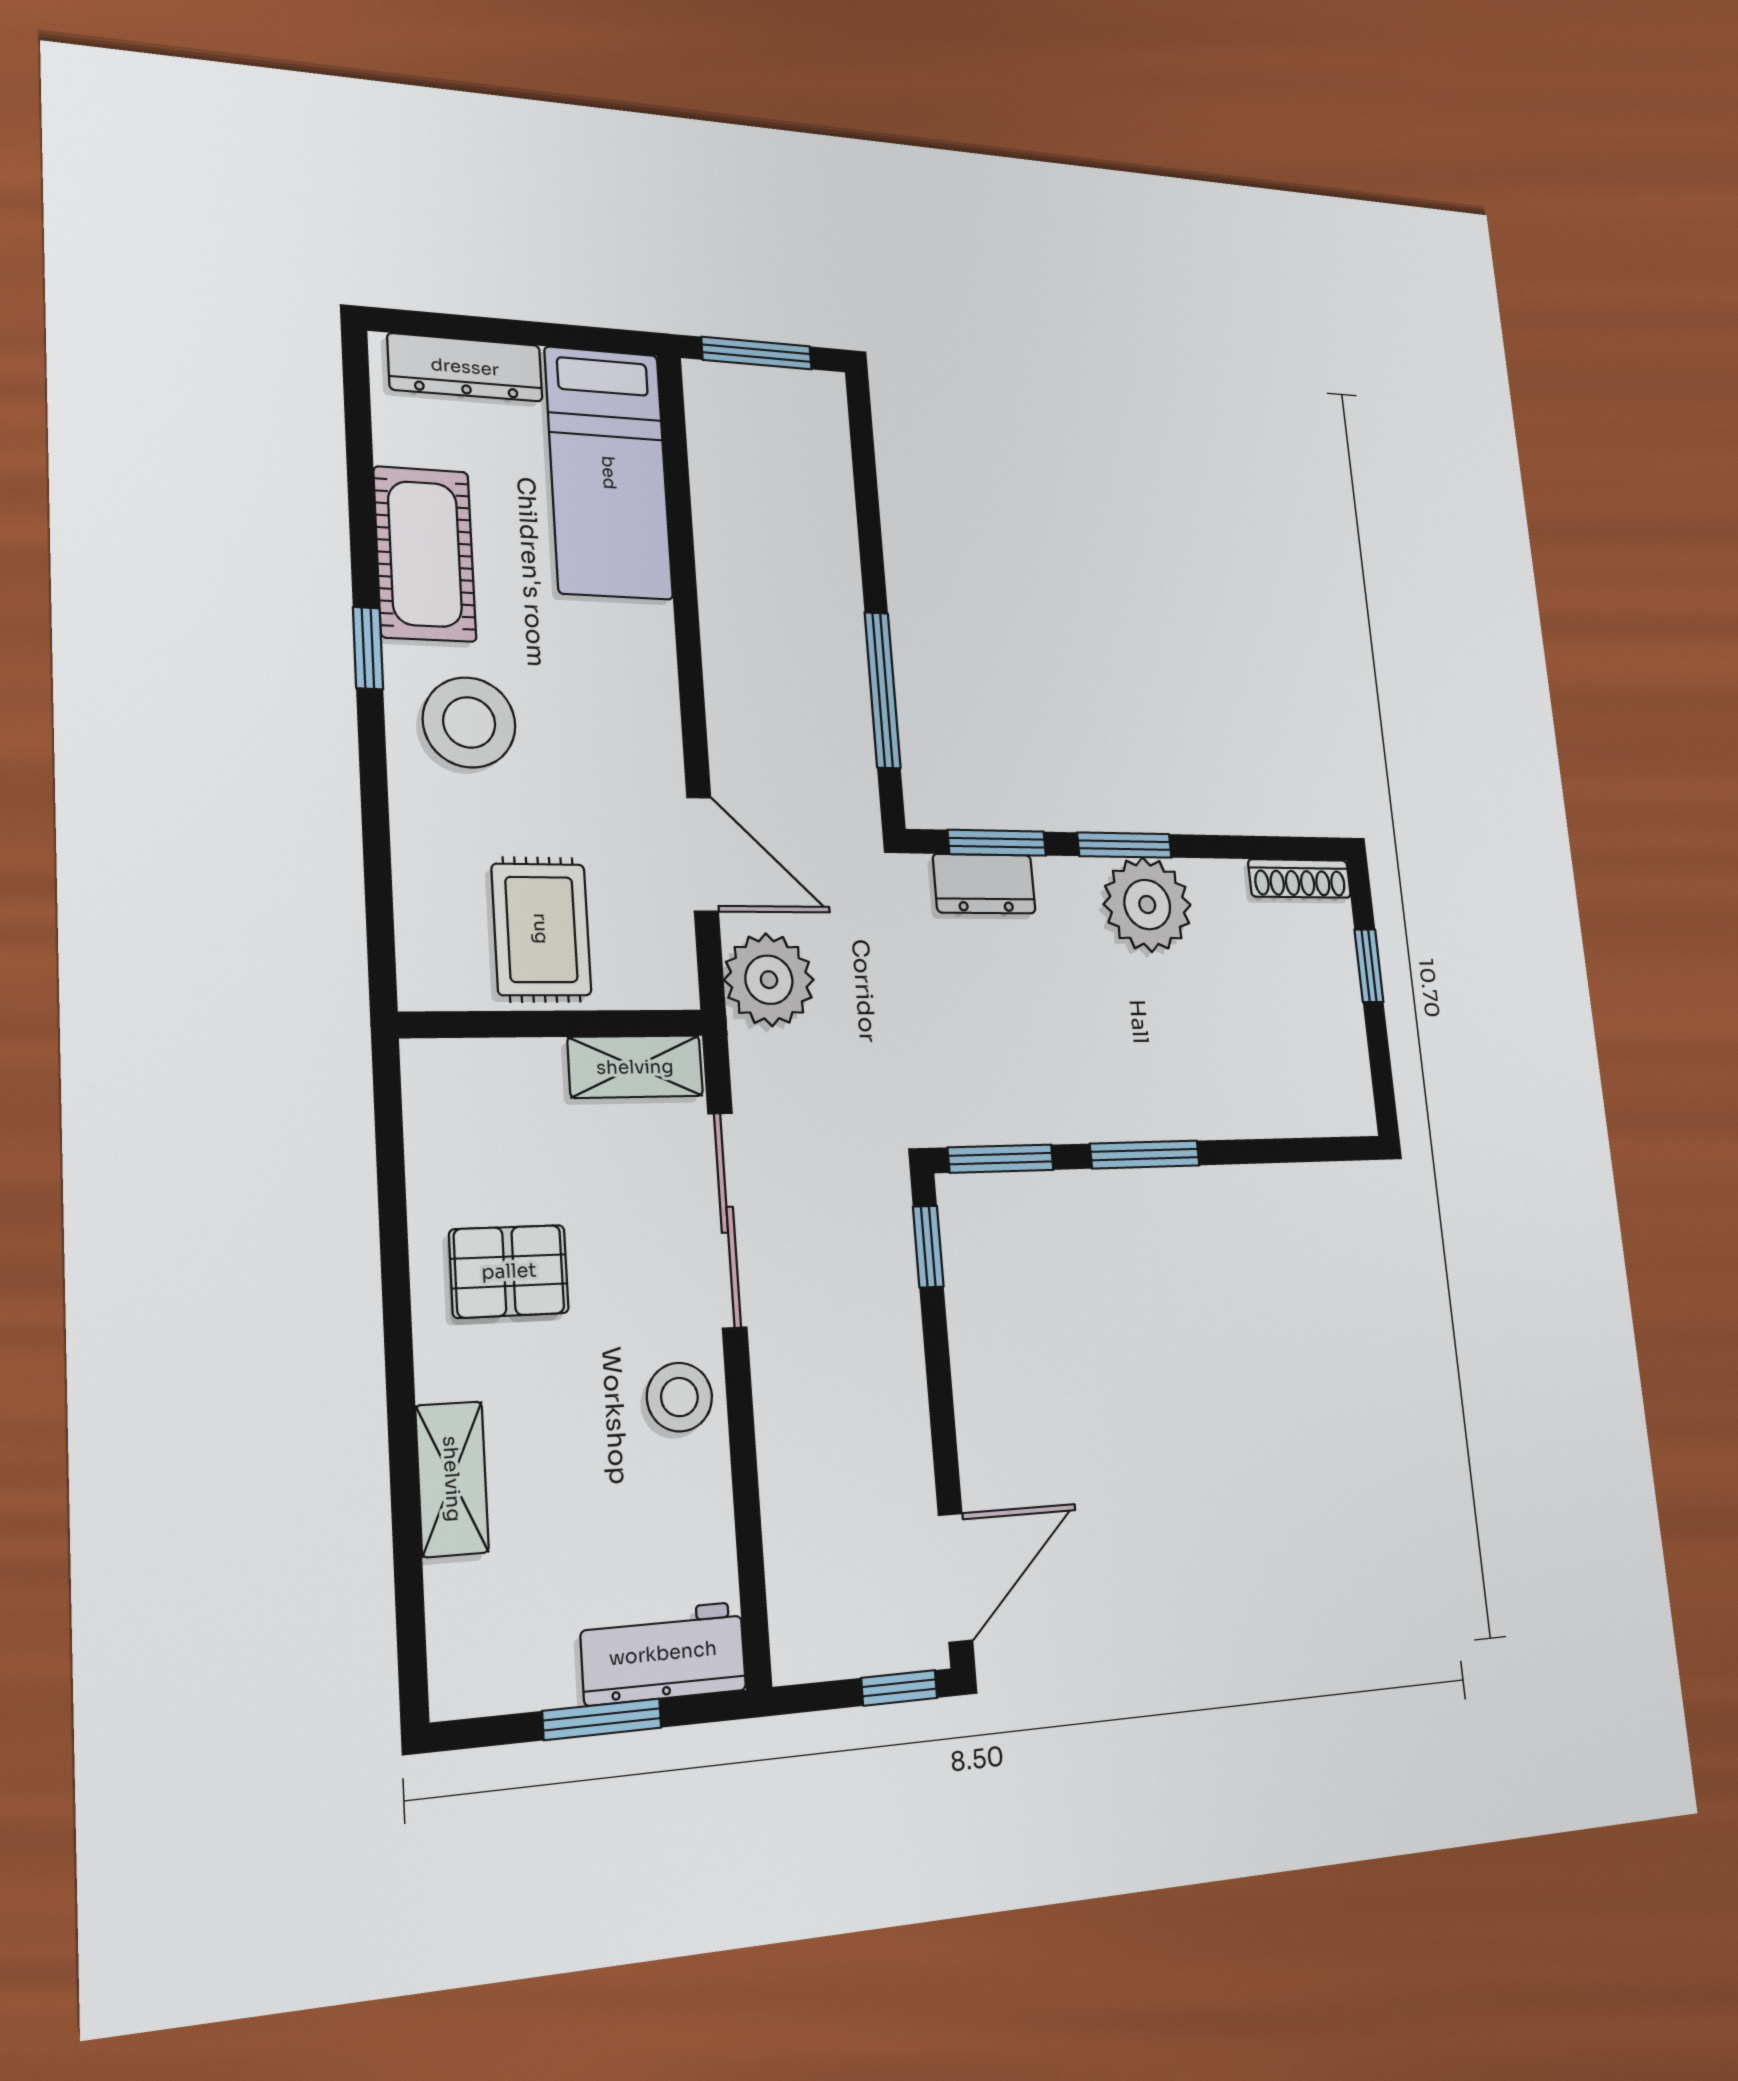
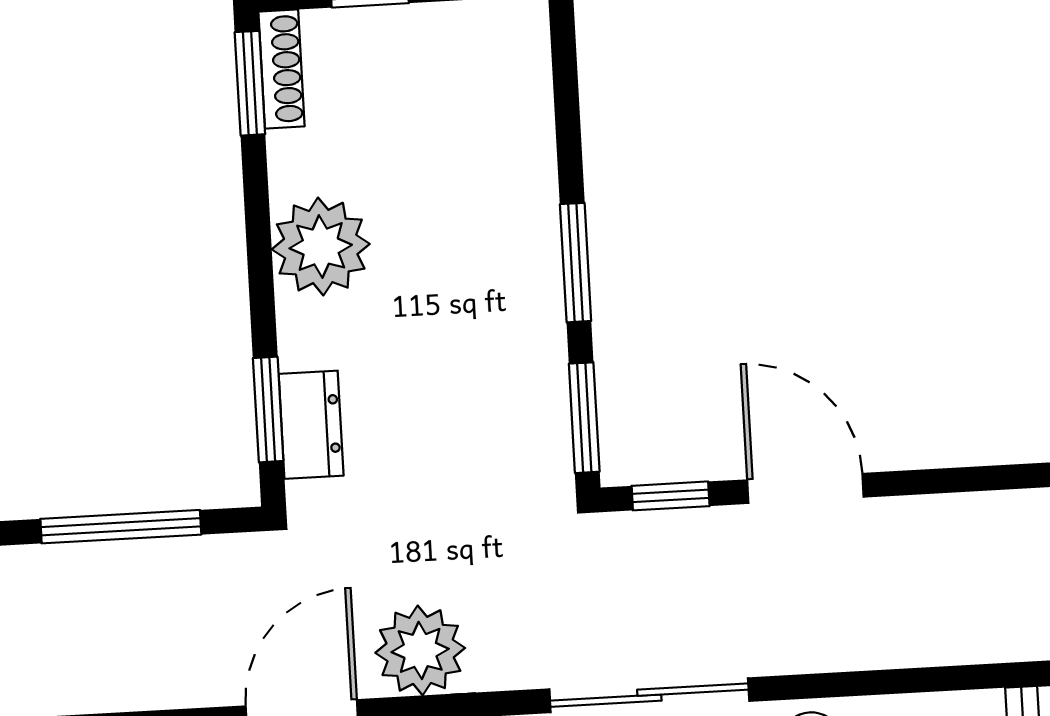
window: (1124, 845) -> (250, 83), moved
door: (955, 1578) -> (805, 488), moved

